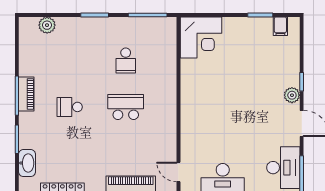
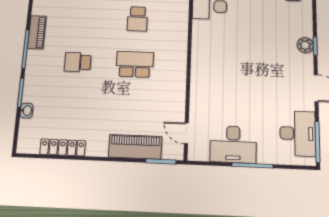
piano: (26, 94) -> (37, 32), moved
plant: (292, 95) -> (305, 45), moved
washbasin: (27, 163) -> (26, 111), width x0.52, depth x0.69

